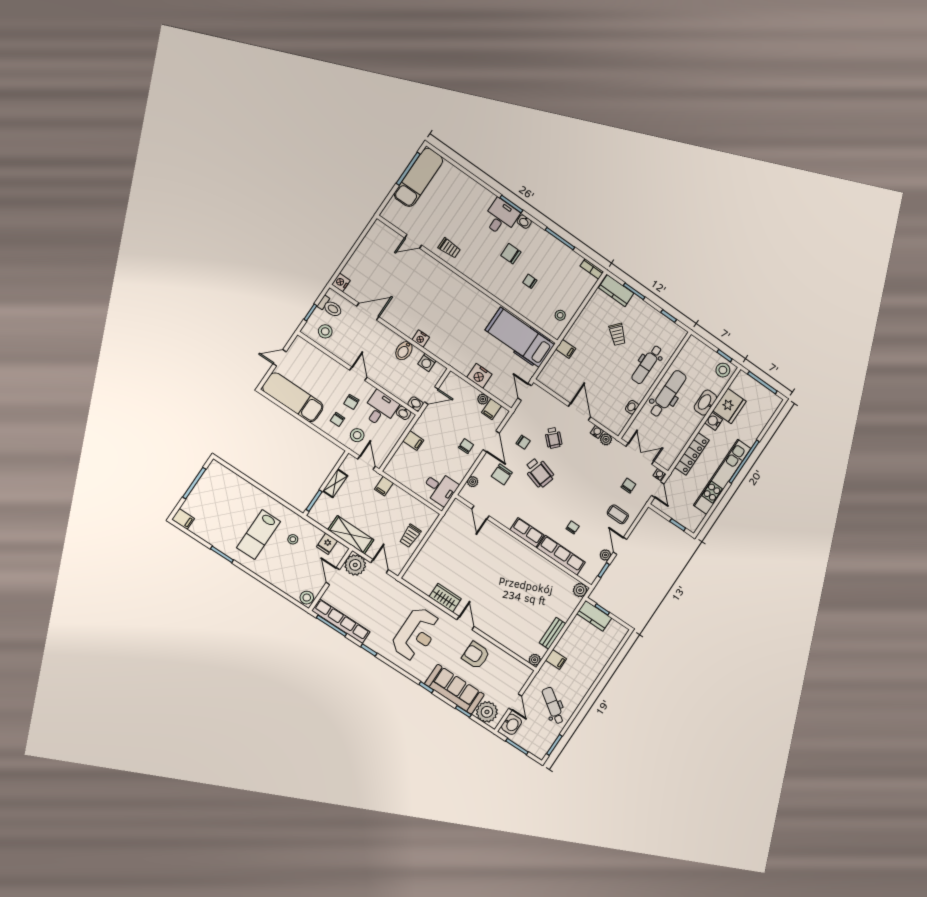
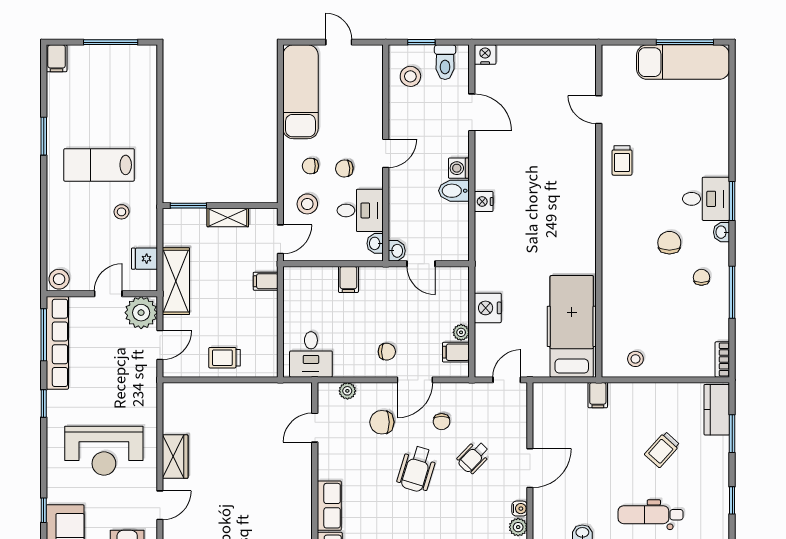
chair: (530, 281) -> (701, 277), moved
washing machine: (427, 362) -> (459, 168), moved

